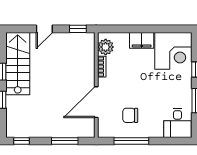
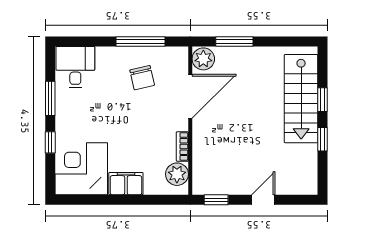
stairs: (18, 64) -> (301, 99), moved
chair: (130, 115) -> (142, 78), turned 77
plant: (87, 129) -> (203, 59), added
window: (21, 141) -> (296, 41), removed

